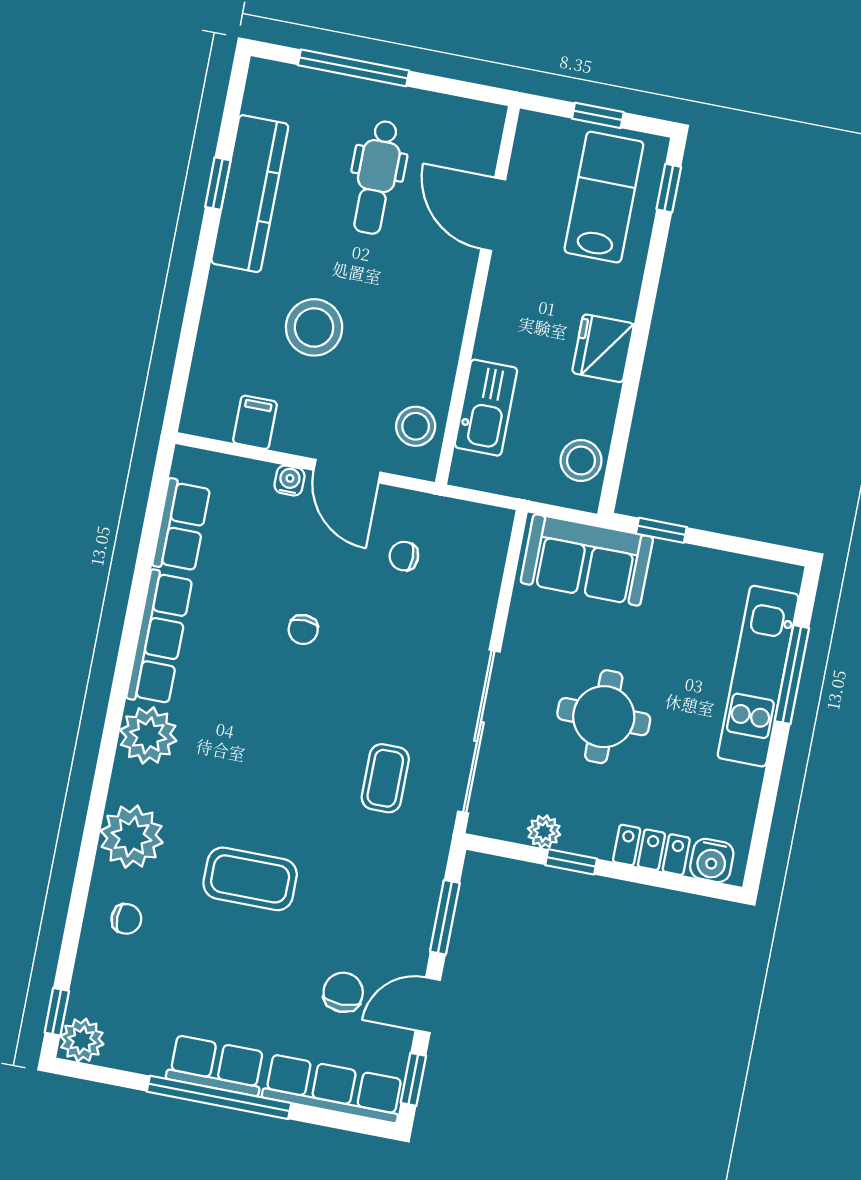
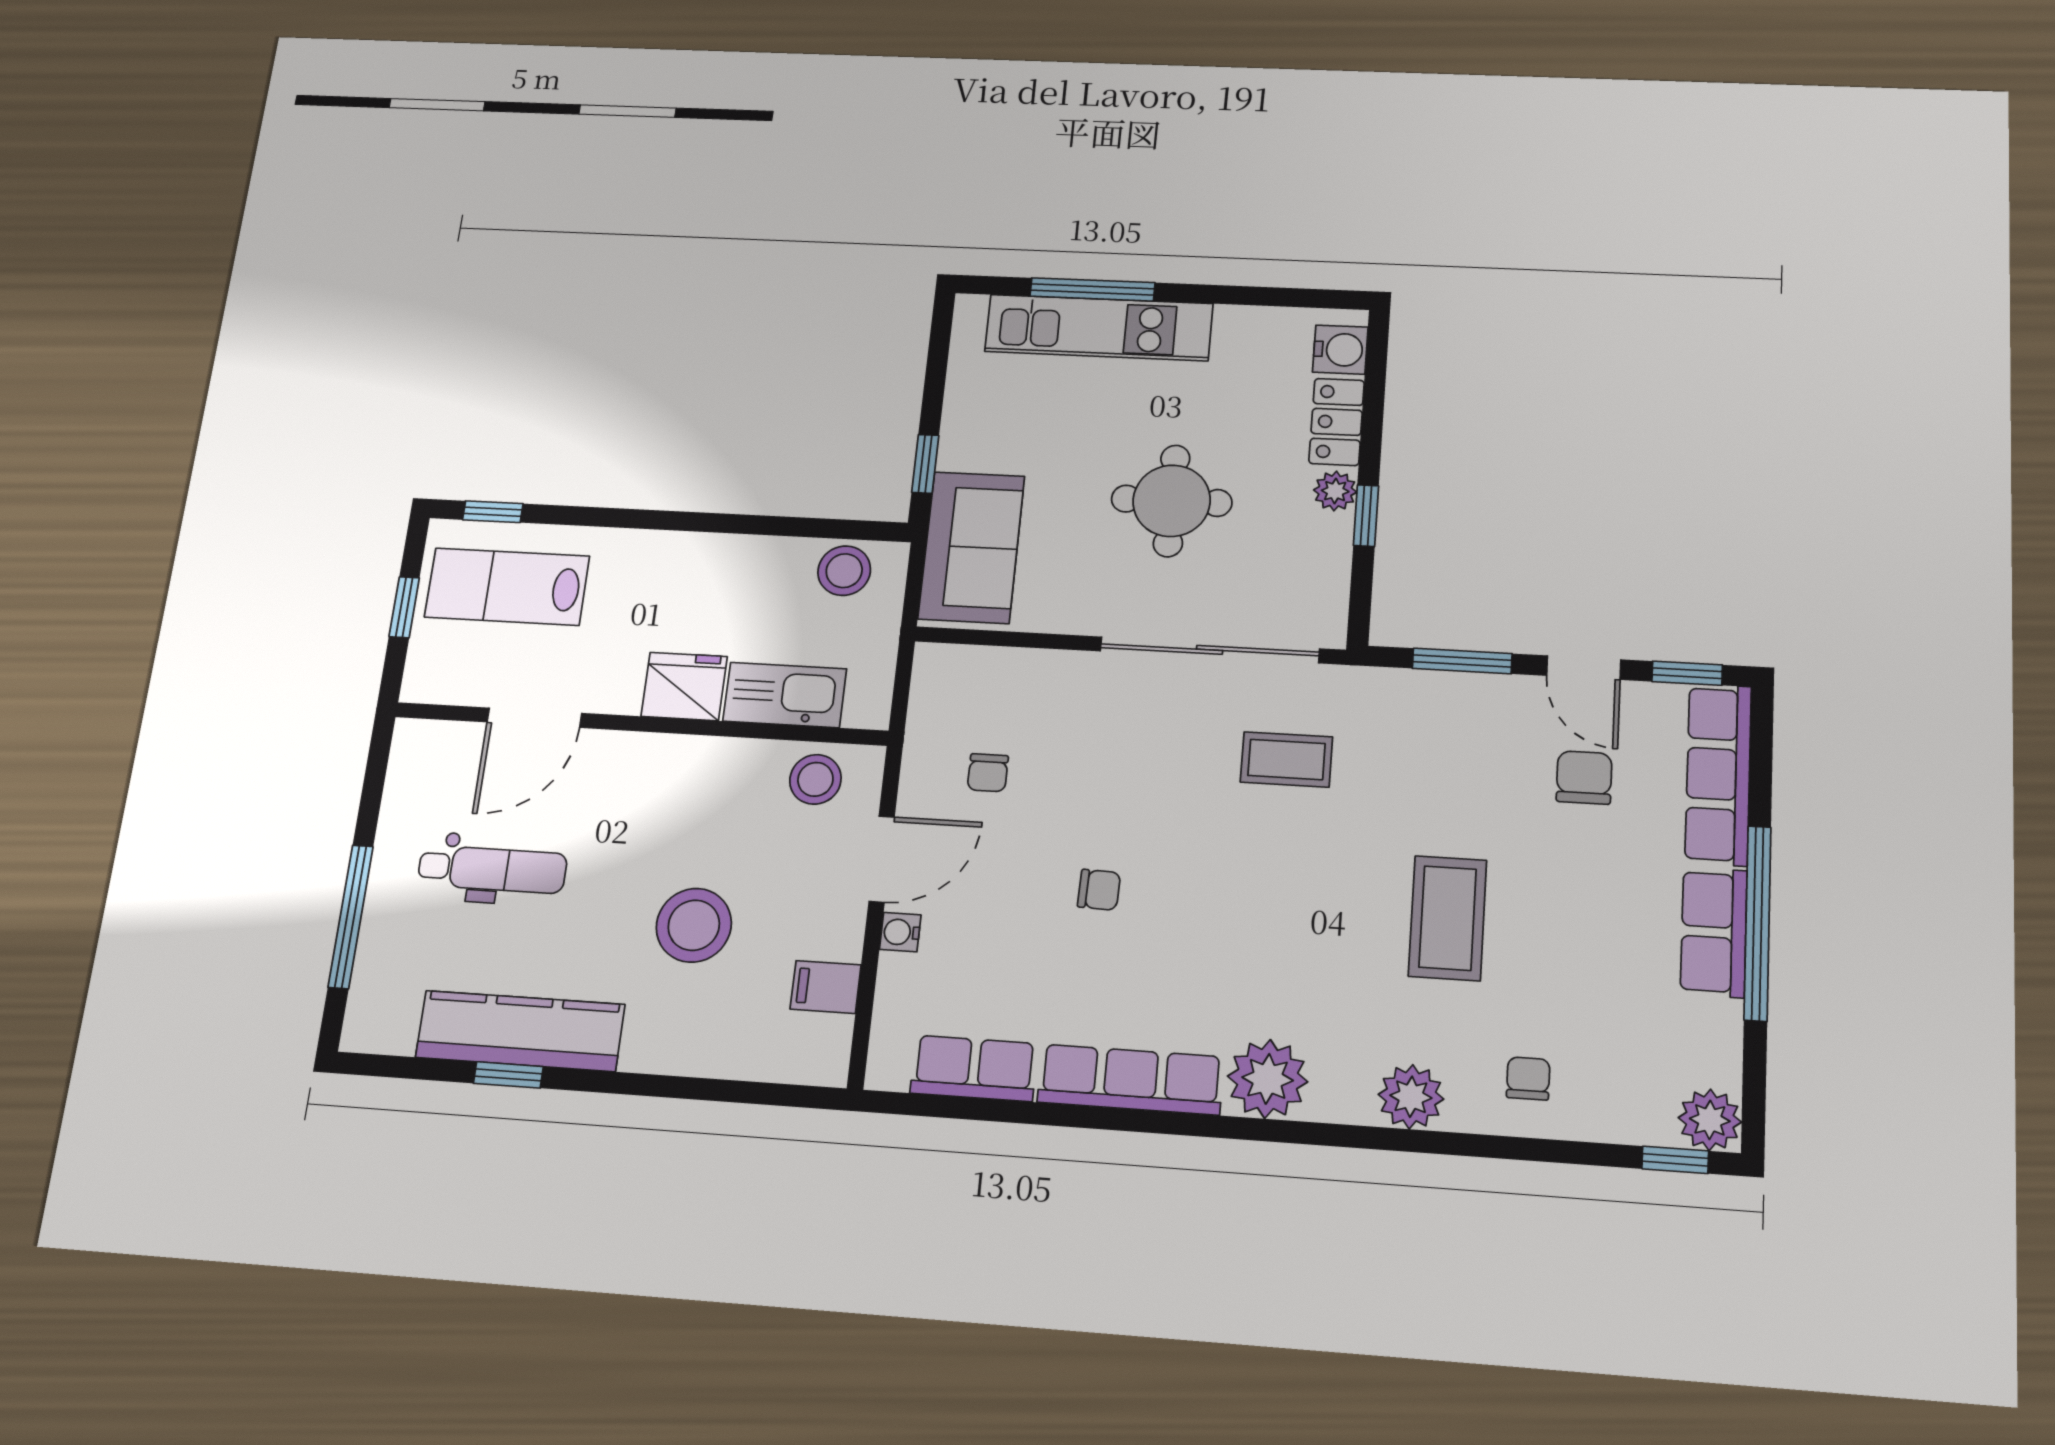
fridge: (603, 348) -> (684, 686), moved, turned 180
plant: (544, 832) -> (1335, 491), moved
plant: (132, 837) -> (1411, 1097), width x0.73, depth x0.73
chair: (343, 992) -> (1584, 777), turned 90

